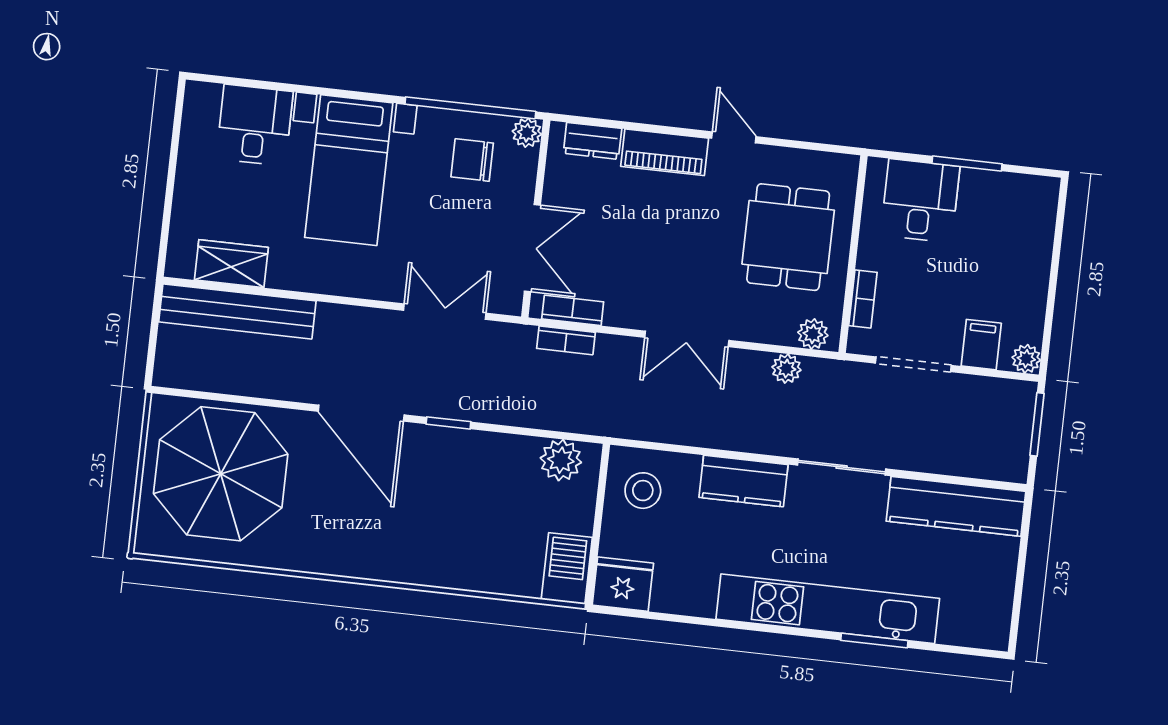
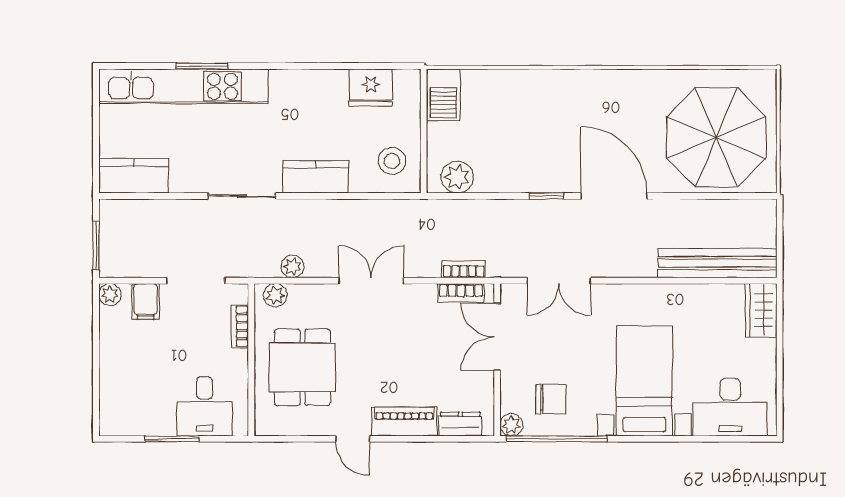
desk: (255, 125) -> (730, 407), width x1.37
wardrobe: (231, 264) -> (761, 310), moved, turned 90
kitchen counter: (956, 506) -> (134, 176), width x0.67
fridge: (623, 584) -> (371, 87), moved
kitchen unit: (828, 609) -> (183, 86), moved

